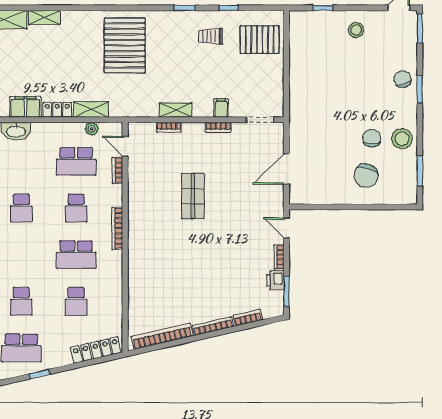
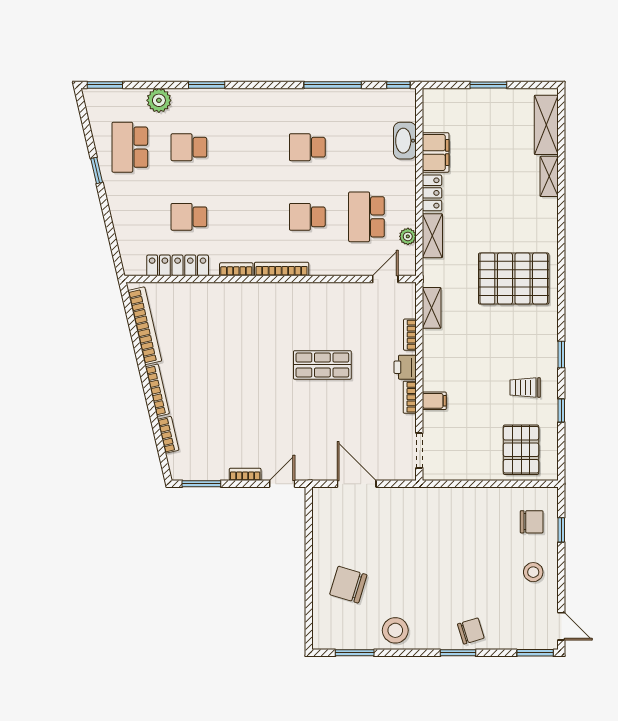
trolley: (211, 36) -> (525, 387), turned -90
shelving: (176, 110) -> (432, 308), moved
chair: (372, 138) -> (532, 522), moved
bookcase: (117, 170) -> (236, 269), moved
school desk: (76, 255) -> (248, 217), removed
printer: (275, 280) -> (405, 367), moved, turned -90
locker: (96, 350) -> (178, 265), moved, turned -77

